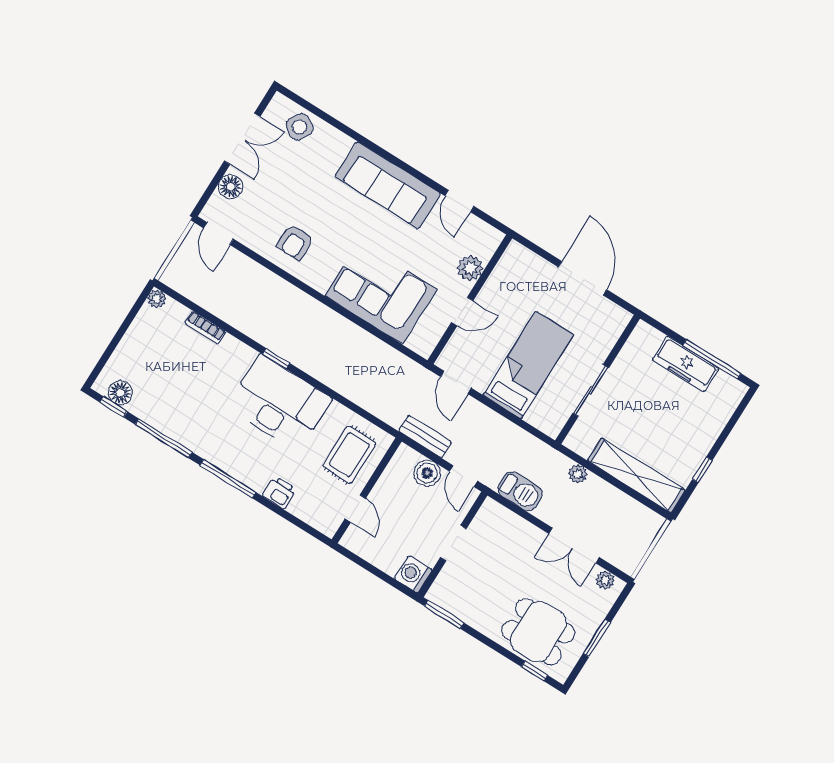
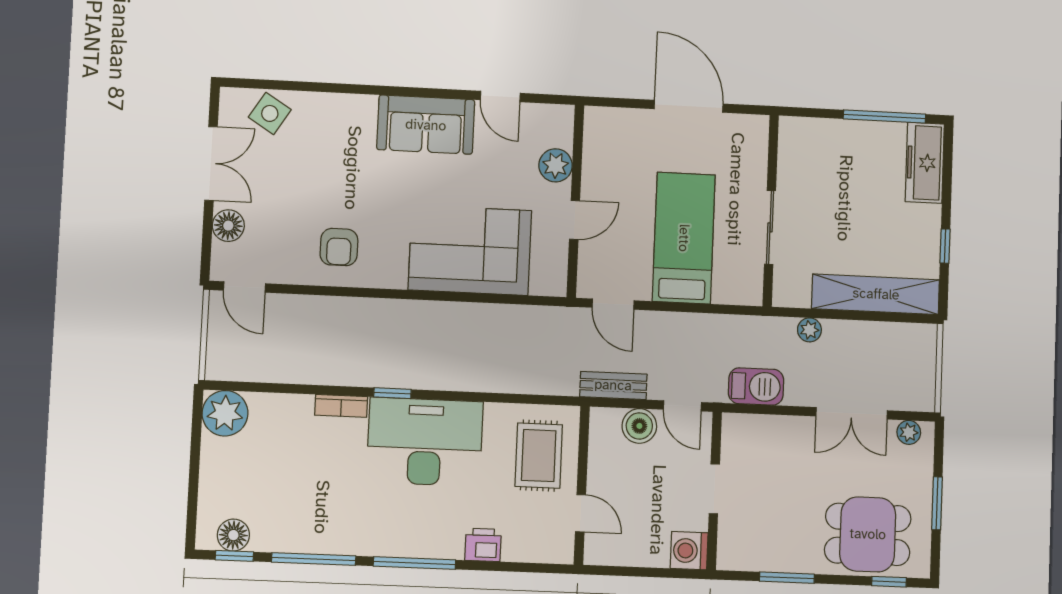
sofa: (388, 185) -> (426, 125), width x0.73
plant: (157, 299) -> (225, 413), width x1.87, depth x1.87
bookcase: (205, 328) -> (341, 406), moved
freezer: (686, 364) -> (925, 163), moved, turned 90
window: (444, 614) -> (787, 578), moved

